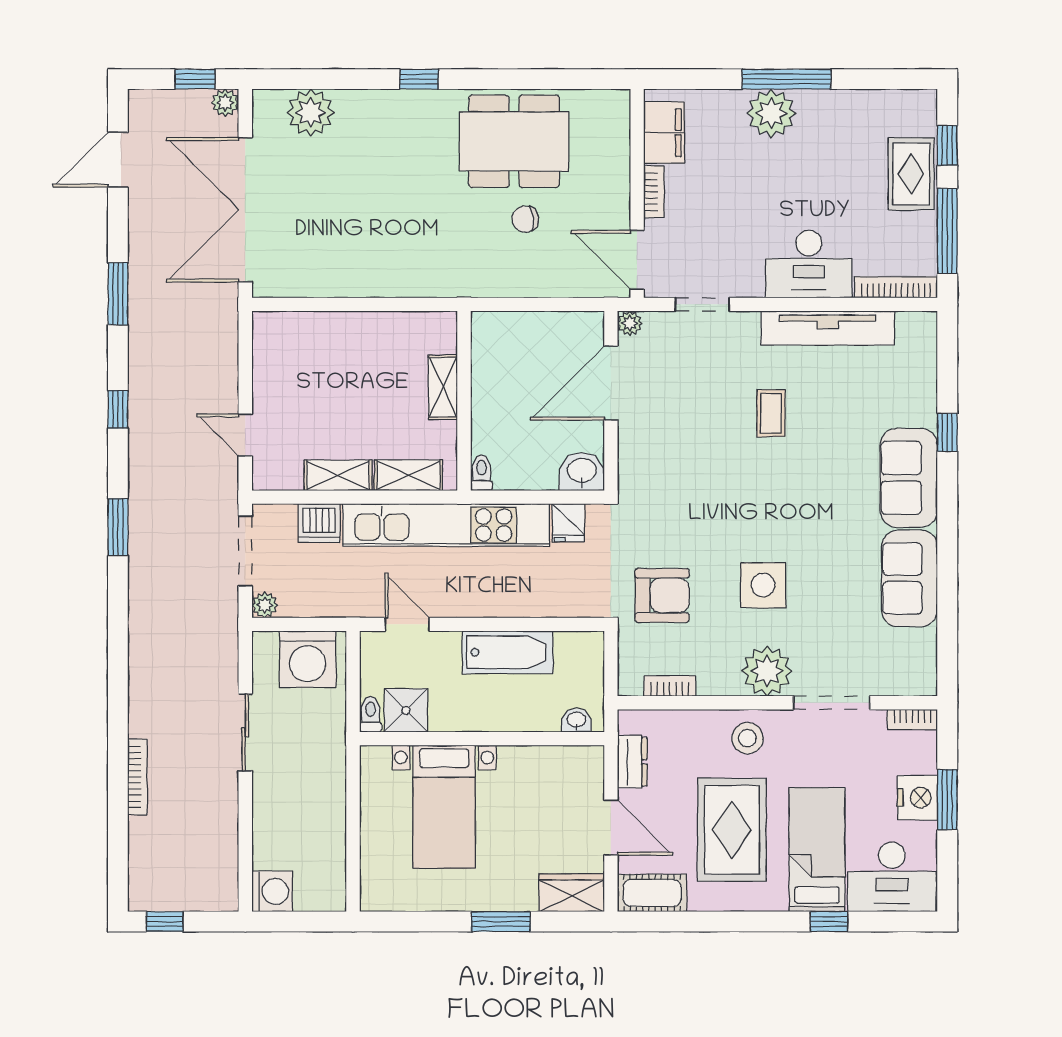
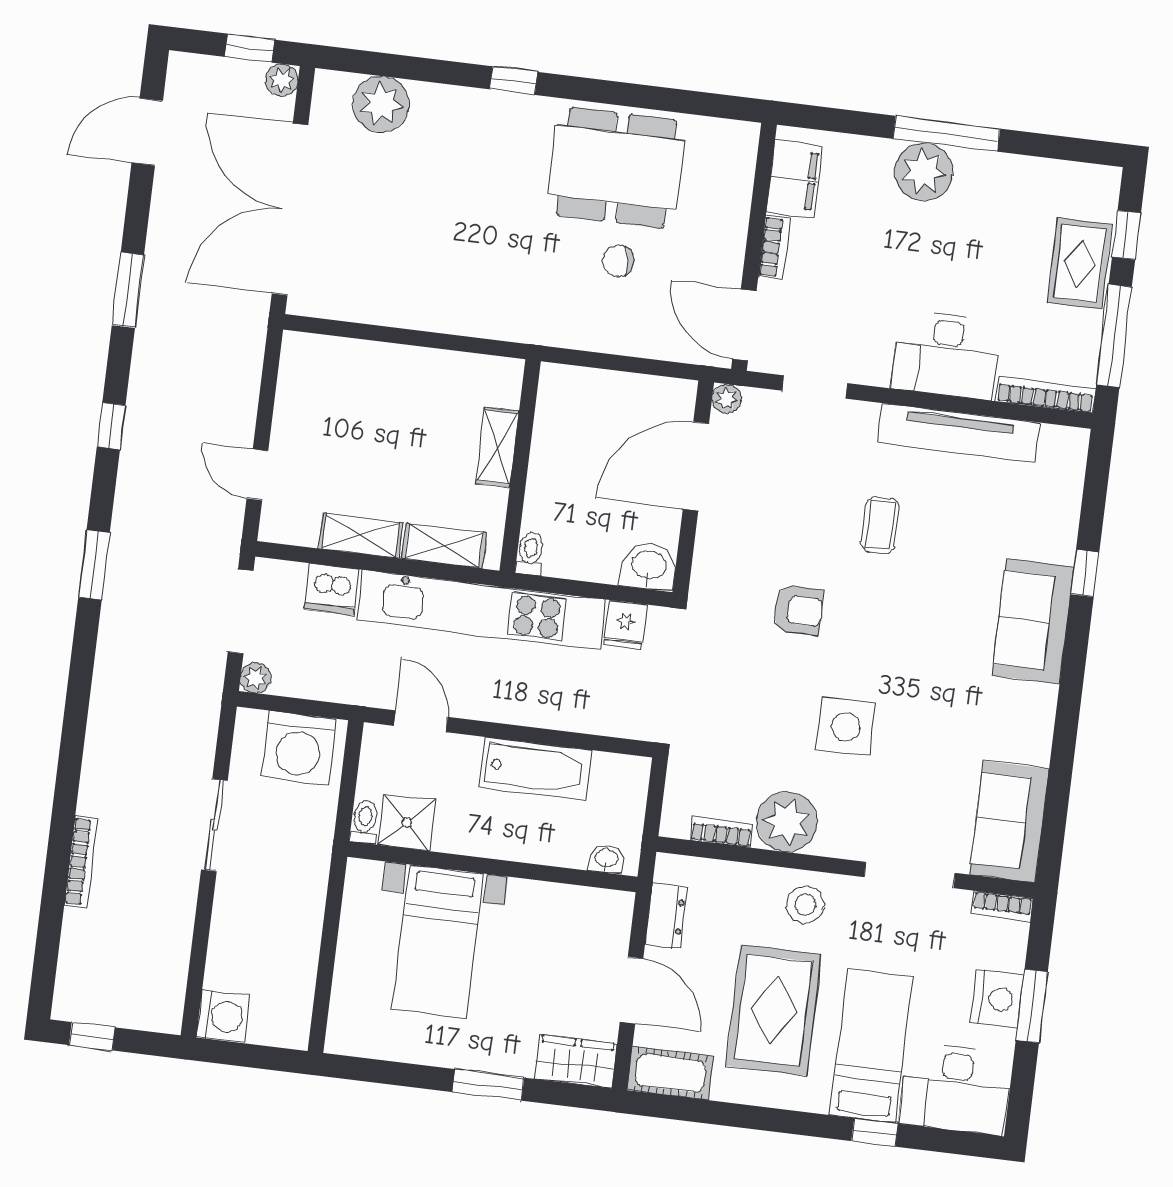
sofa: (910, 578) -> (1009, 822), moved
armchair: (662, 595) -> (798, 610), moved, width x0.72, depth x0.72
plant: (767, 671) -> (787, 822), moved

